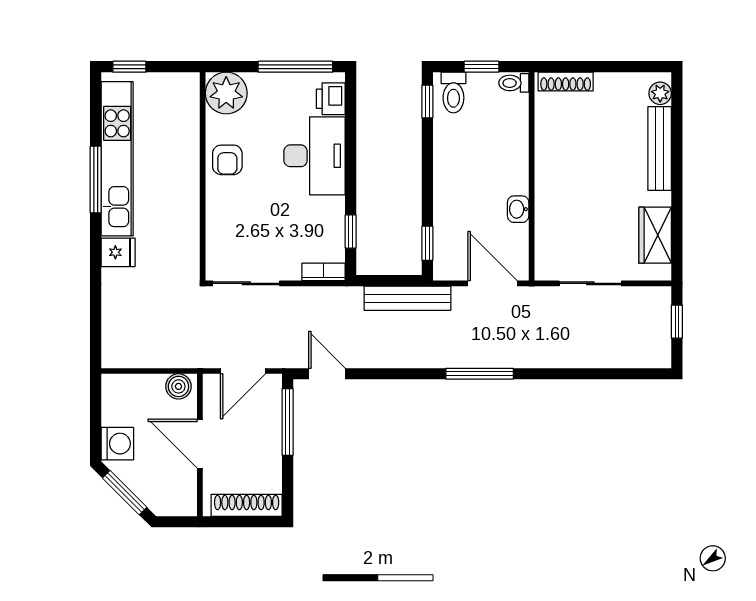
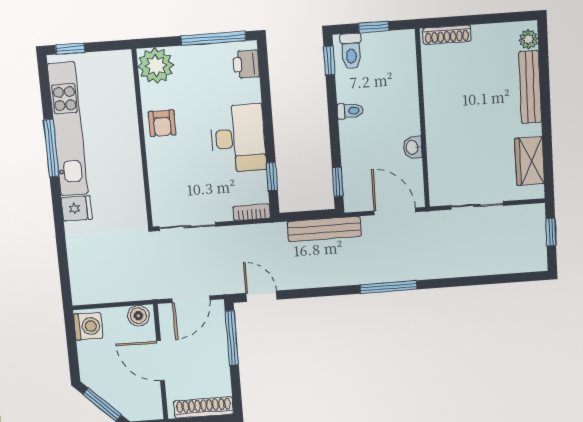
toilet: (514, 83) -> (350, 111), moved, turned 180
desk: (315, 156) -> (238, 138), moved
washing machine: (117, 444) -> (88, 326), moved

